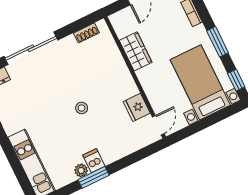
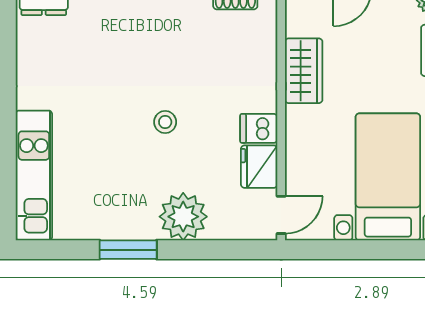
dishwasher: (94, 161) -> (259, 128), moved, turned -90
plant: (81, 170) -> (183, 217), moved, width x1.88, depth x1.88

